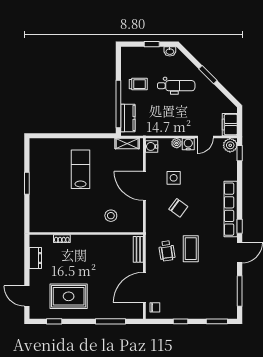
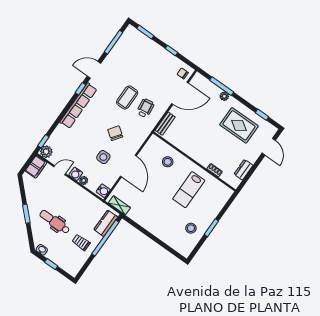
stool: (46, 169) -> (191, 228), added
lab bench: (80, 169) -> (189, 190), moved
plant: (101, 314) -> (224, 96), added

